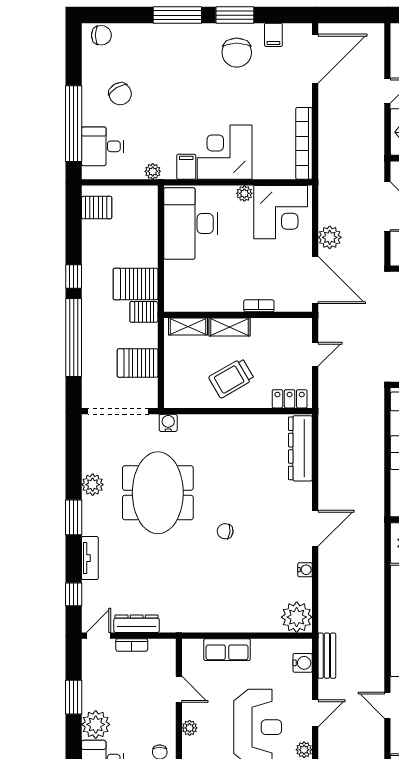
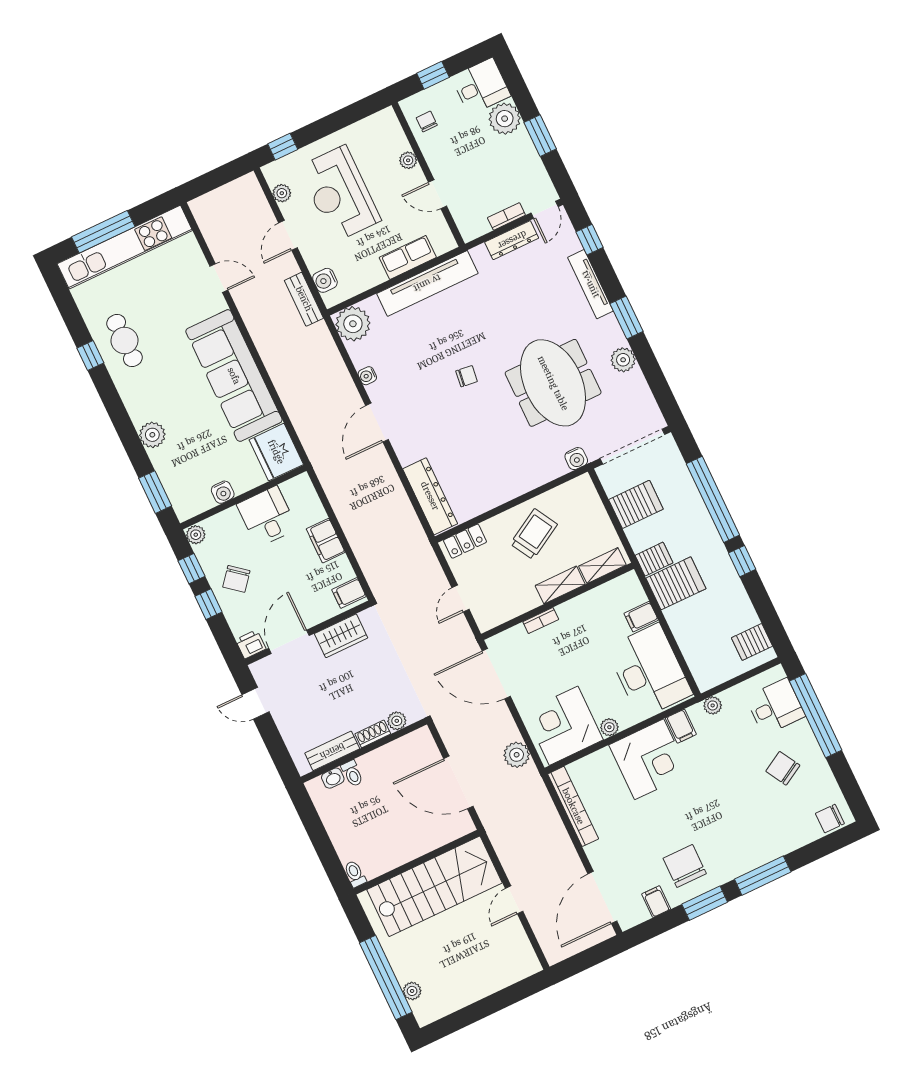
plant: (330, 237) -> (517, 755), moved
filing cabinet: (176, 270) -> (641, 617), added
tv unit: (90, 558) -> (591, 284), width x1.41
tv unit: (221, 621) -> (427, 283), added

